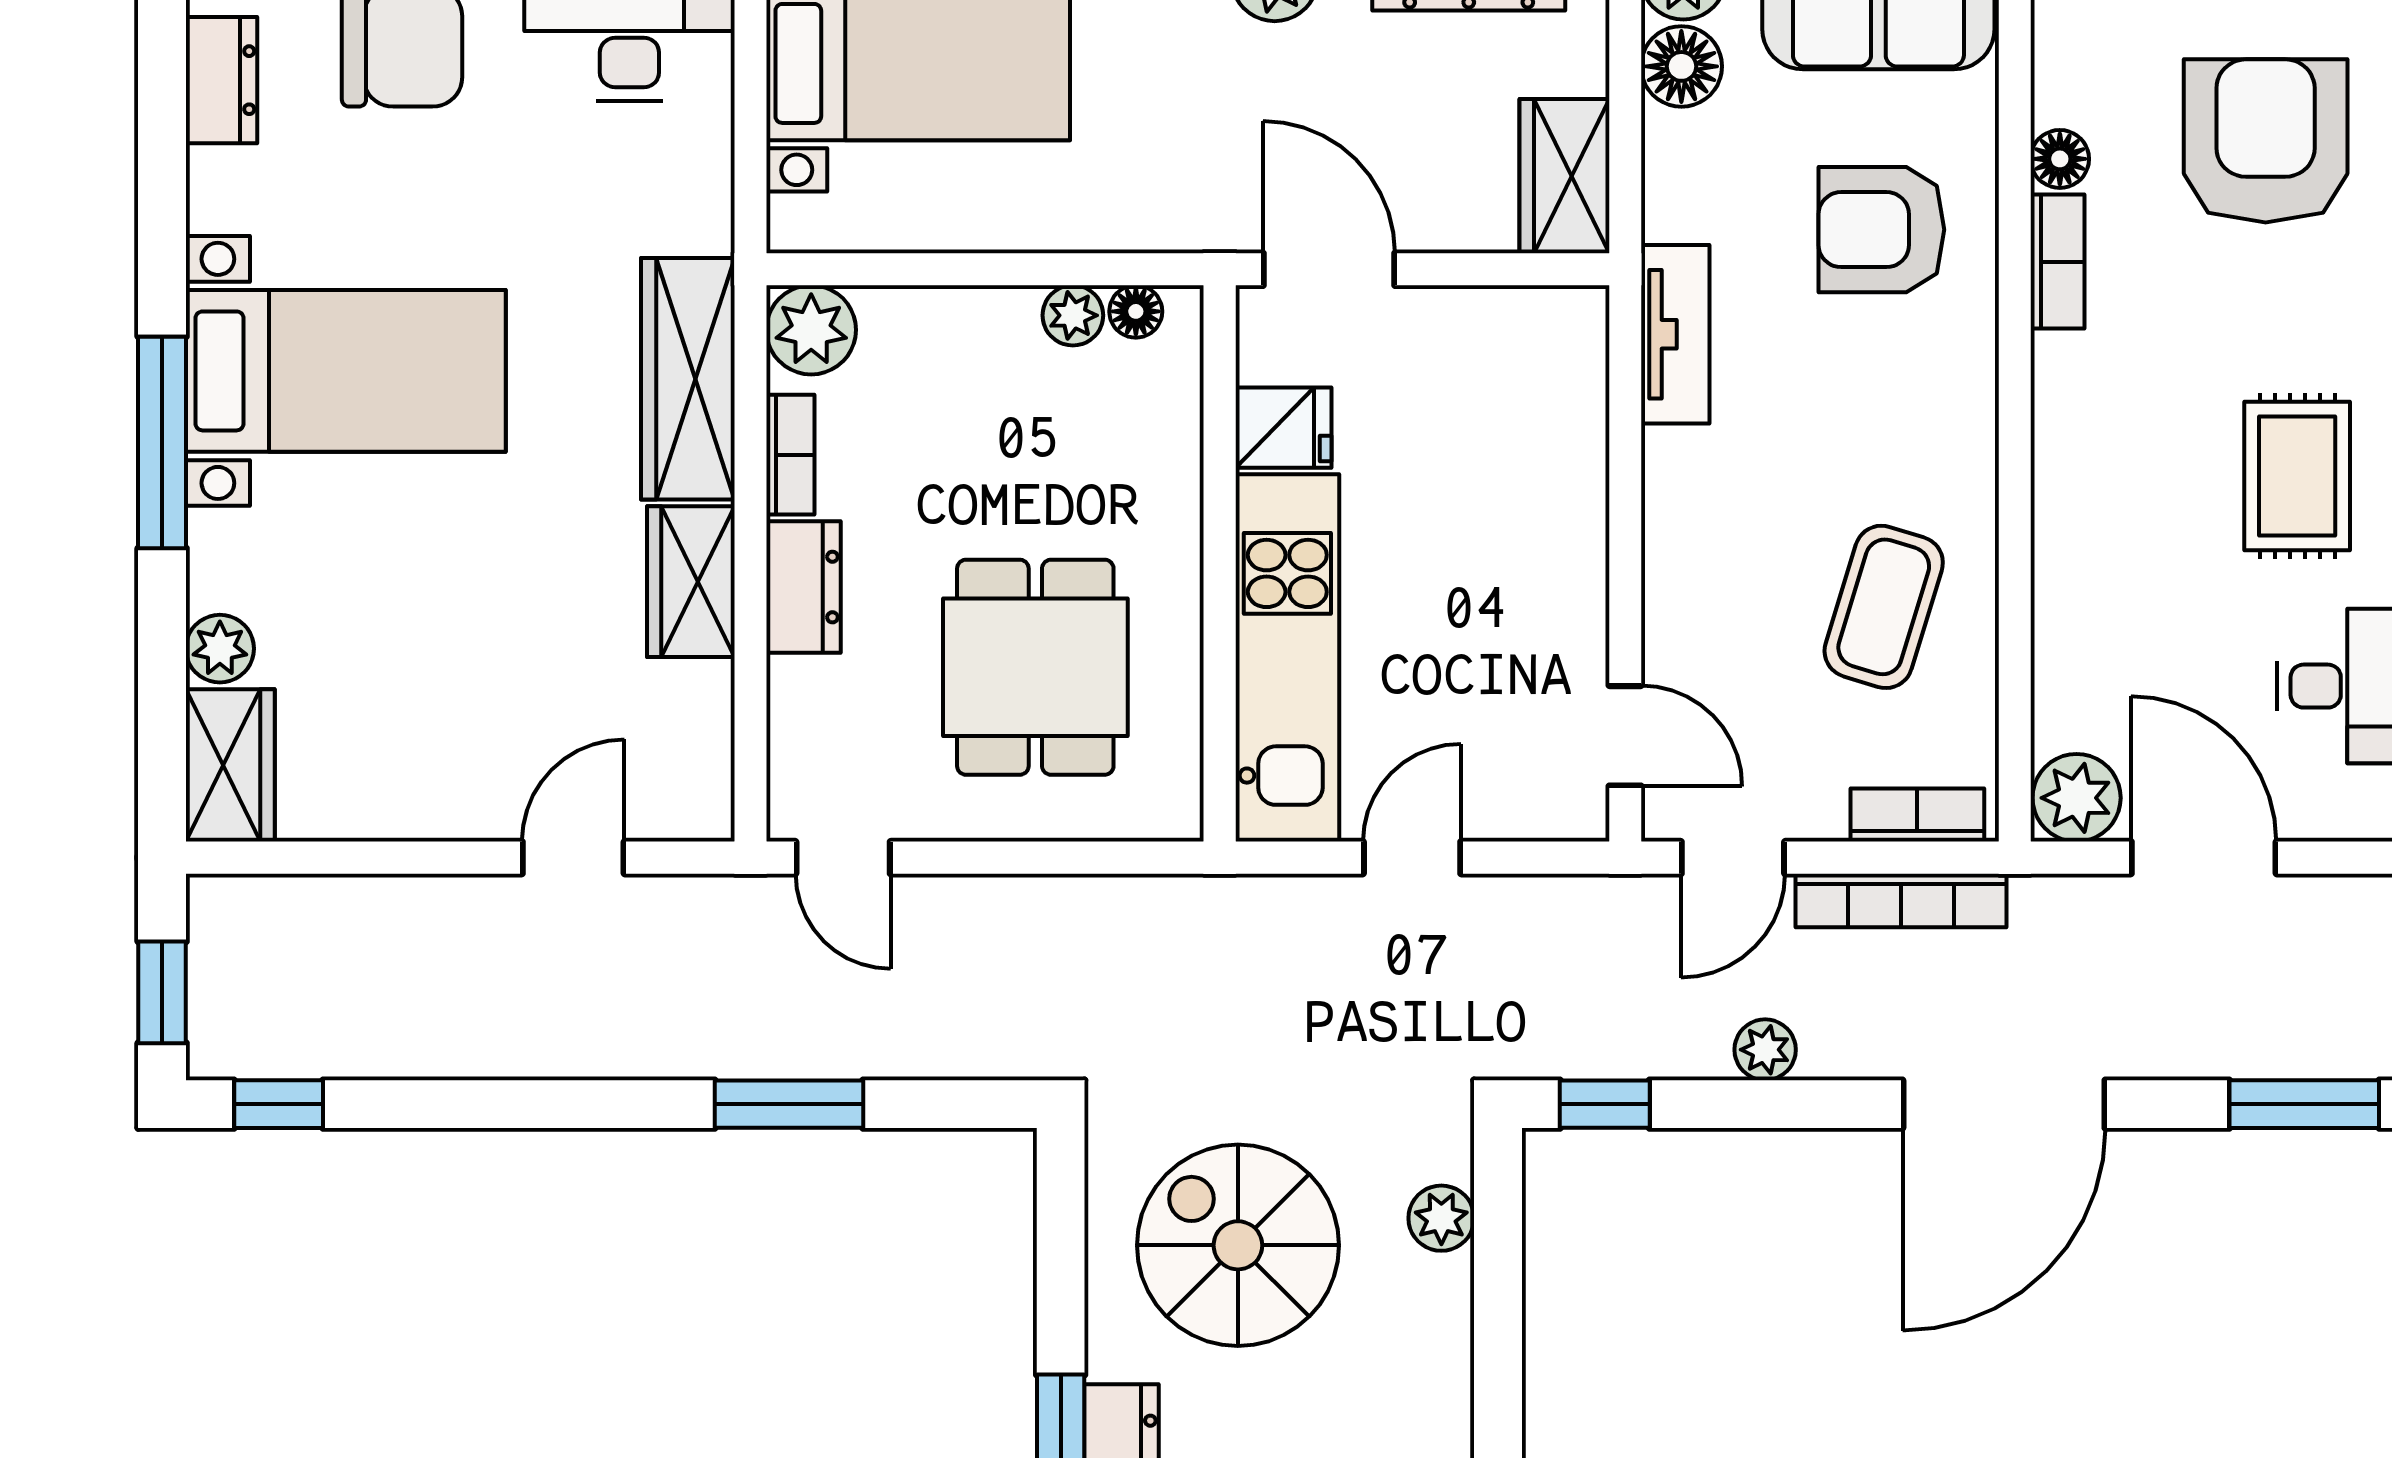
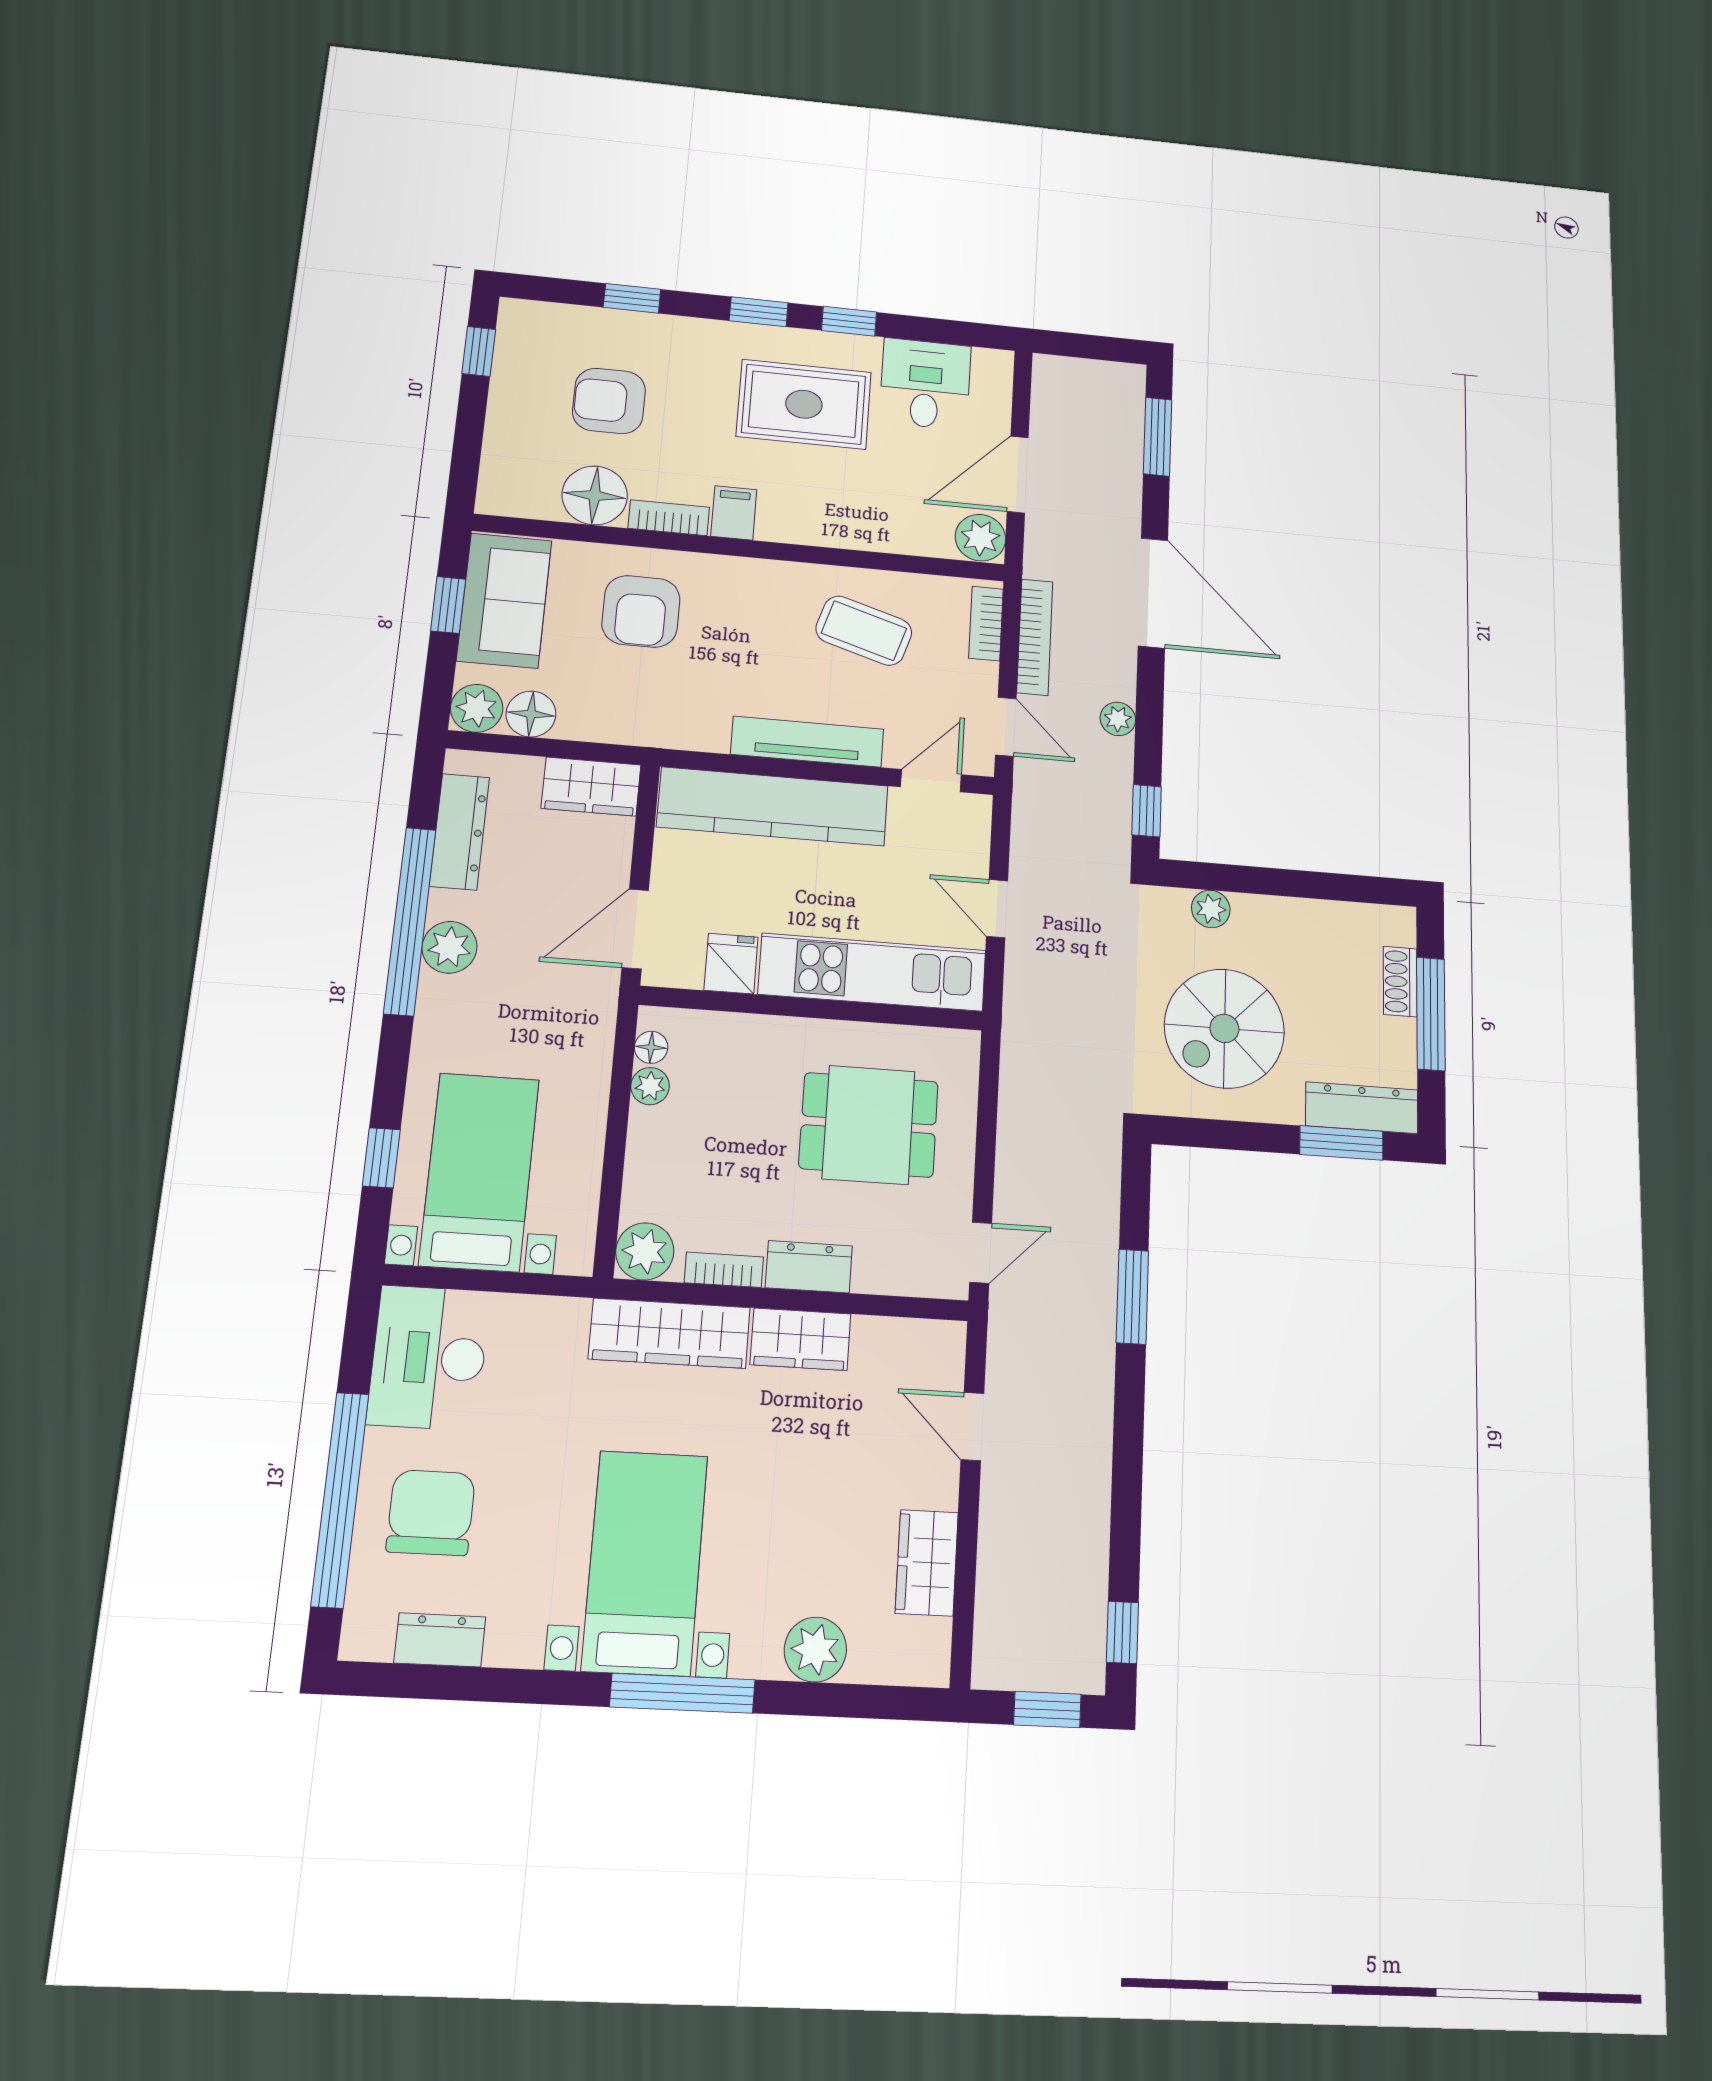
armchair: (2266, 141) -> (609, 401), width x0.73, depth x0.73
floor lamp: (2060, 159) -> (595, 495), width x1.89, depth x1.89
tv unit: (1675, 334) -> (807, 742), moved, width x1.41
filing cabinet: (2078, 371) -> (734, 513), added
kitchen counter: (1557, 476) -> (773, 806), added
rug: (2297, 476) -> (804, 404), width x1.36, depth x1.43
plant: (220, 649) -> (815, 1650), width x1.38, depth x1.38
wardrobe: (230, 765) -> (927, 1563), moved, turned -90

